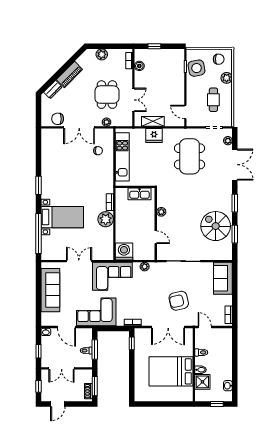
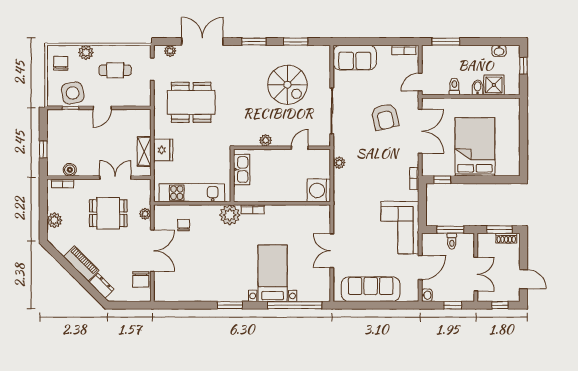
door: (185, 112) -> (102, 108), moved
plant: (106, 219) -> (230, 215), moved
spiral stairs: (216, 226) -> (287, 85), moved, turned -90
corner sofa: (112, 276) -> (352, 206), removed
window: (235, 346) -> (446, 42), added
bed: (171, 371) -> (475, 147), moved, turned 180

